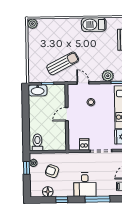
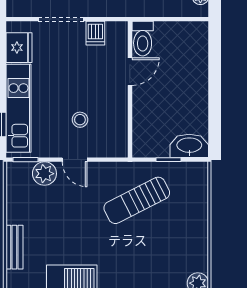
door: (83, 83) -> (75, 160), moved
door: (67, 114) -> (130, 72), moved
toilet: (37, 142) -> (143, 39), moved

